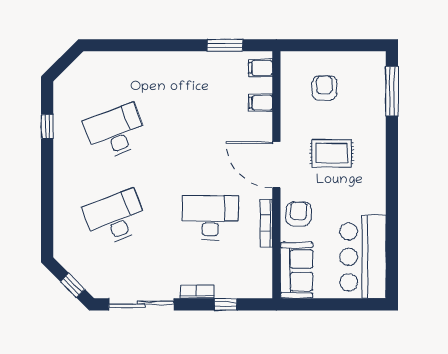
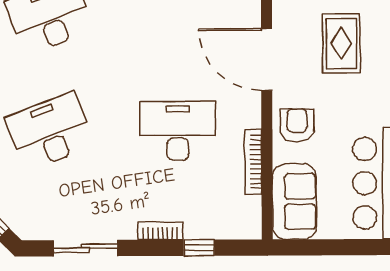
rug: (332, 153) -> (341, 44), turned 90
bookcase: (266, 223) -> (253, 162), moved
sliding door: (141, 304) -> (85, 248), width x0.73

